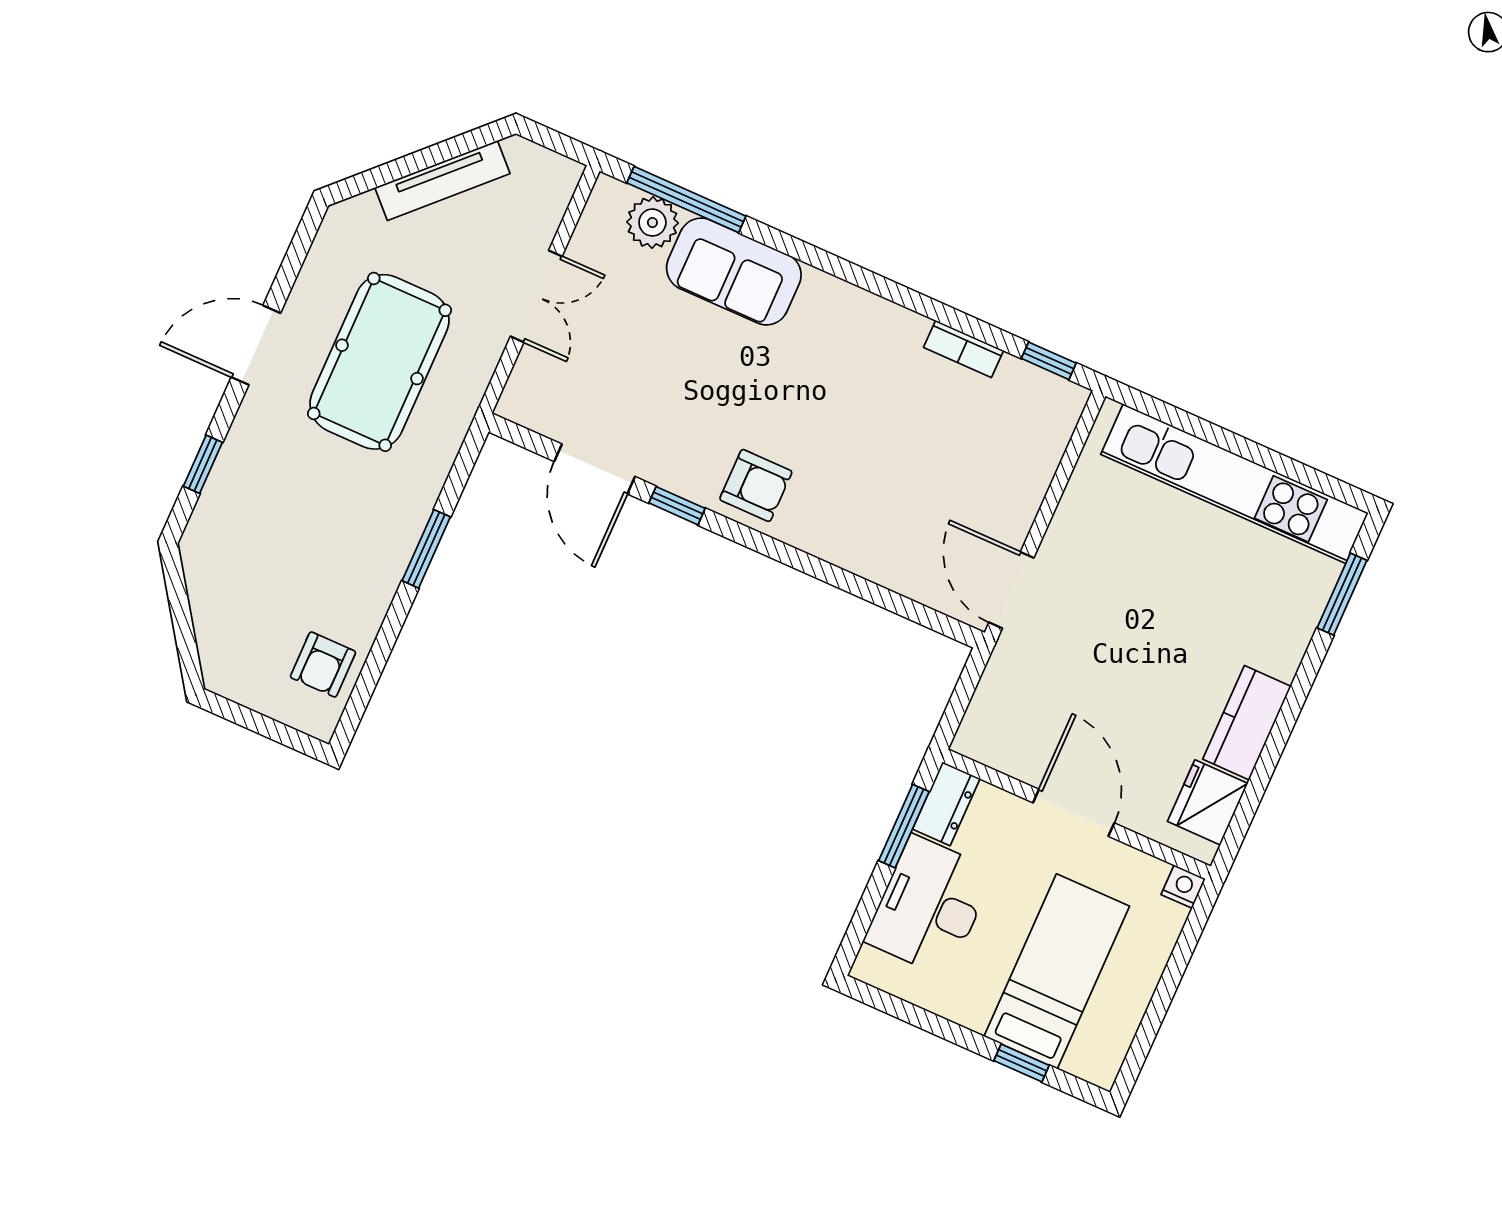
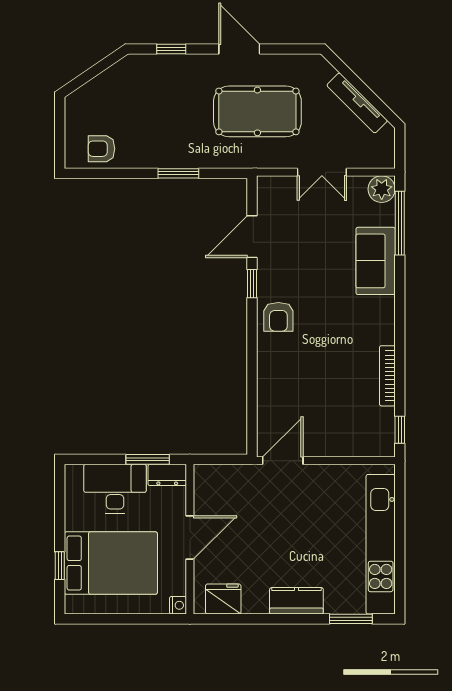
plant: (652, 223) -> (382, 189), moved
bookcase: (963, 349) -> (387, 376), width x1.56
kitchen counter: (1247, 723) -> (296, 601), moved
bed: (1057, 971) -> (111, 563), width x1.50

